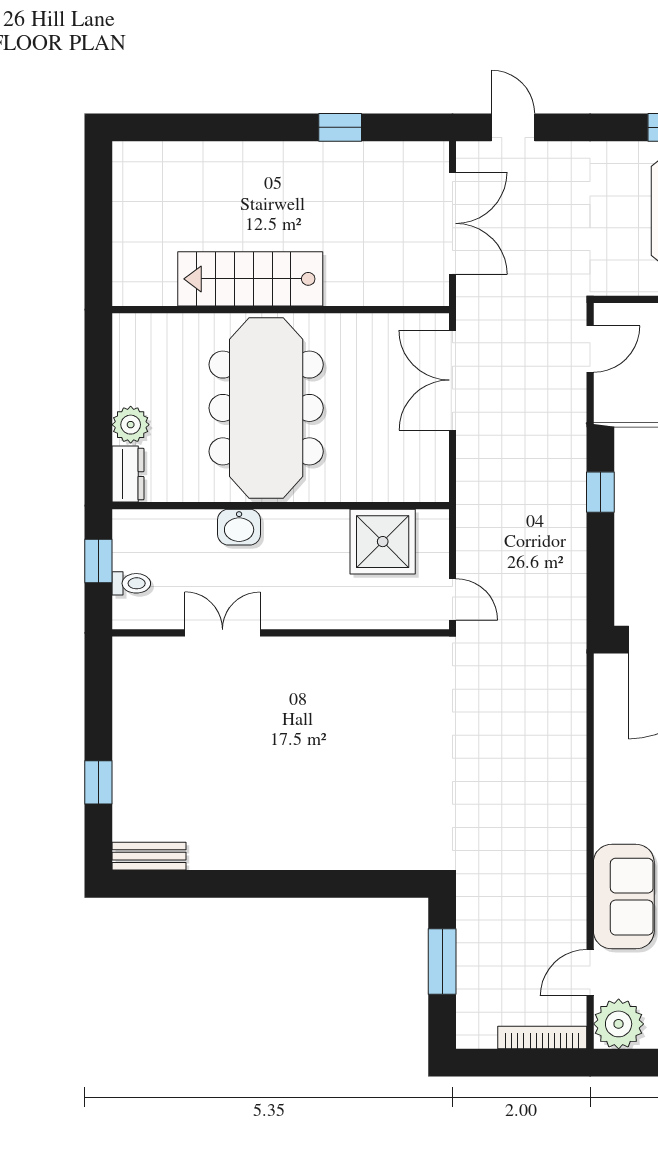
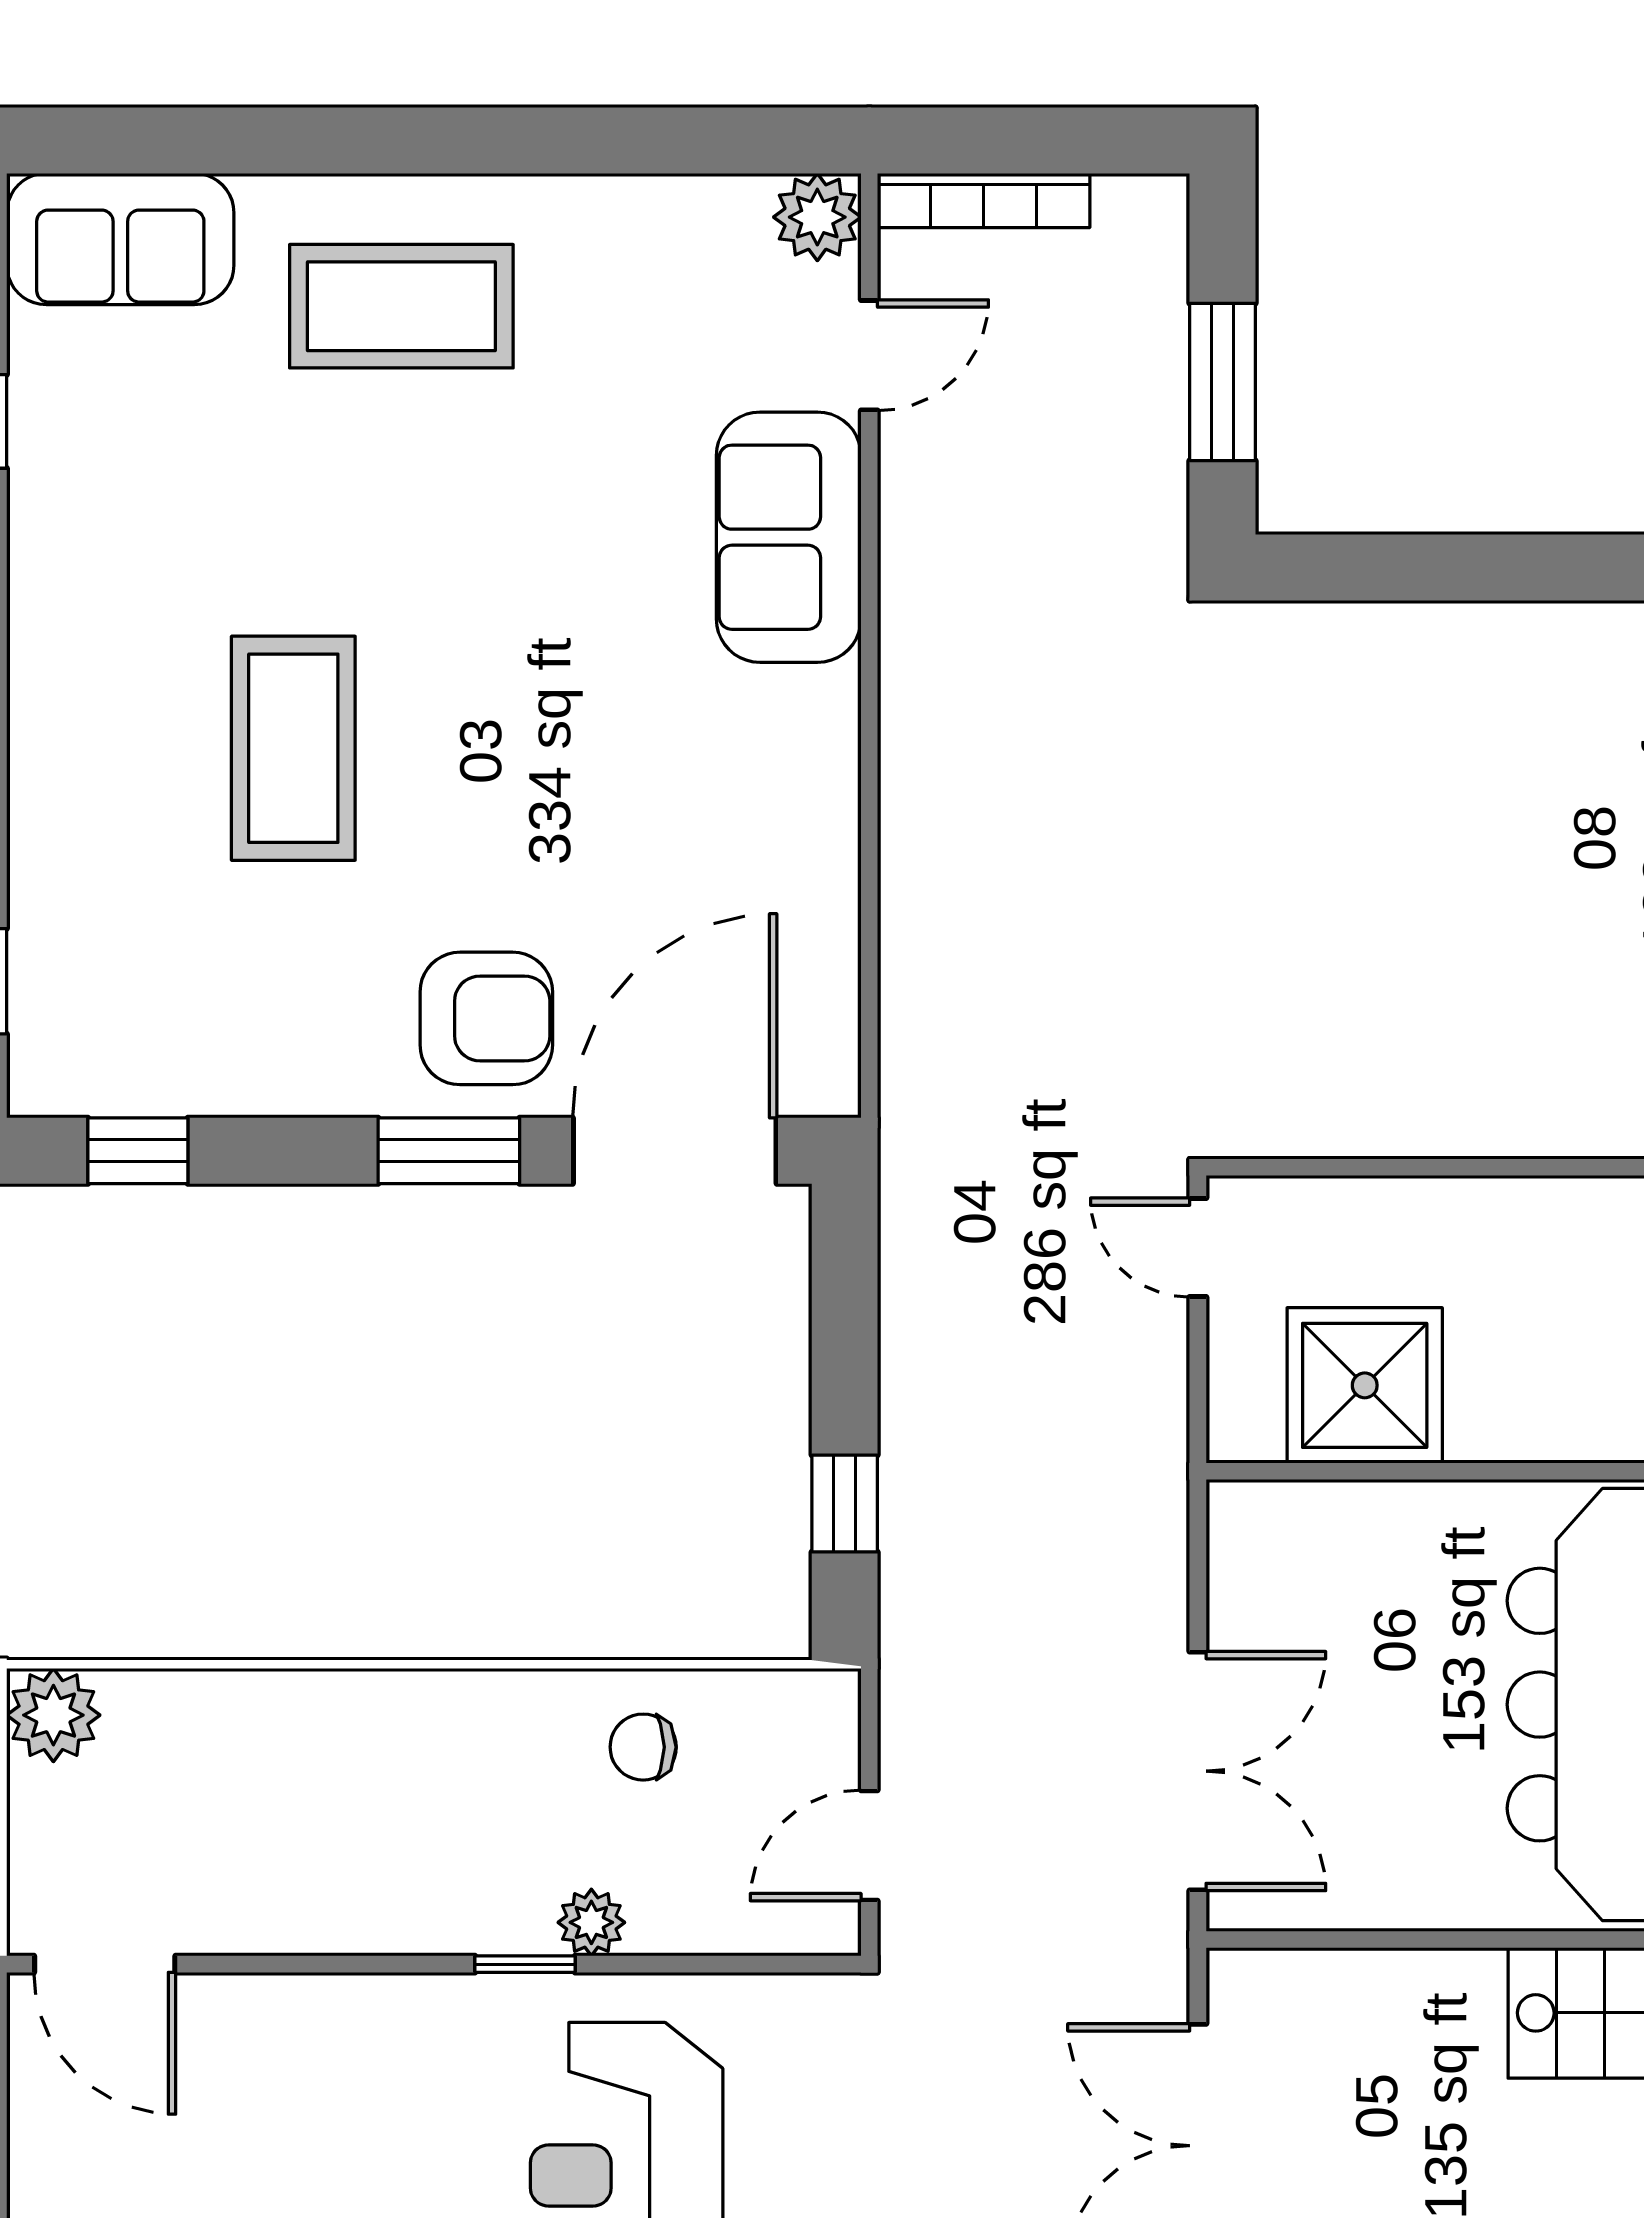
plant: (619, 1024) -> (817, 217), width x0.73, depth x0.73

